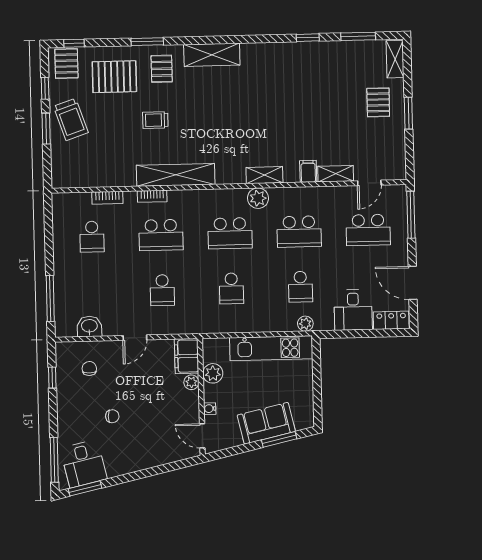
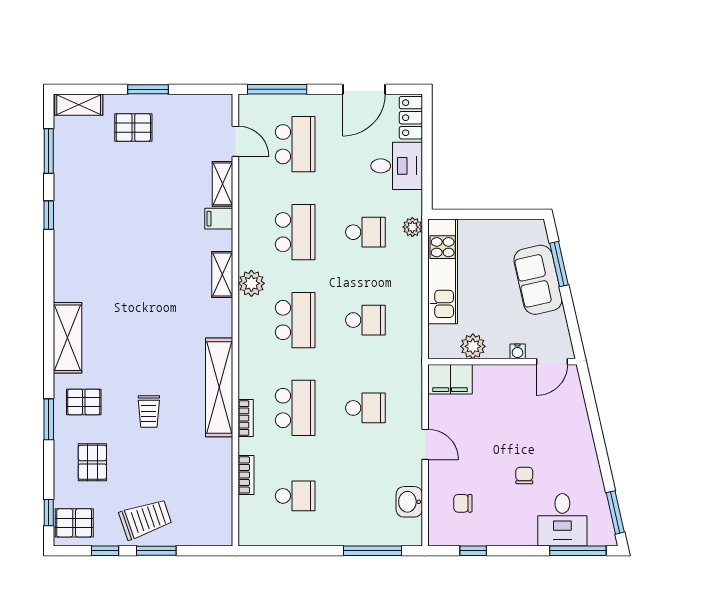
pallet: (114, 77) -> (92, 462), width x0.67, depth x0.71
plant: (191, 382) -> (484, 374), removed
desk: (84, 464) -> (562, 520), moved, turned 103

